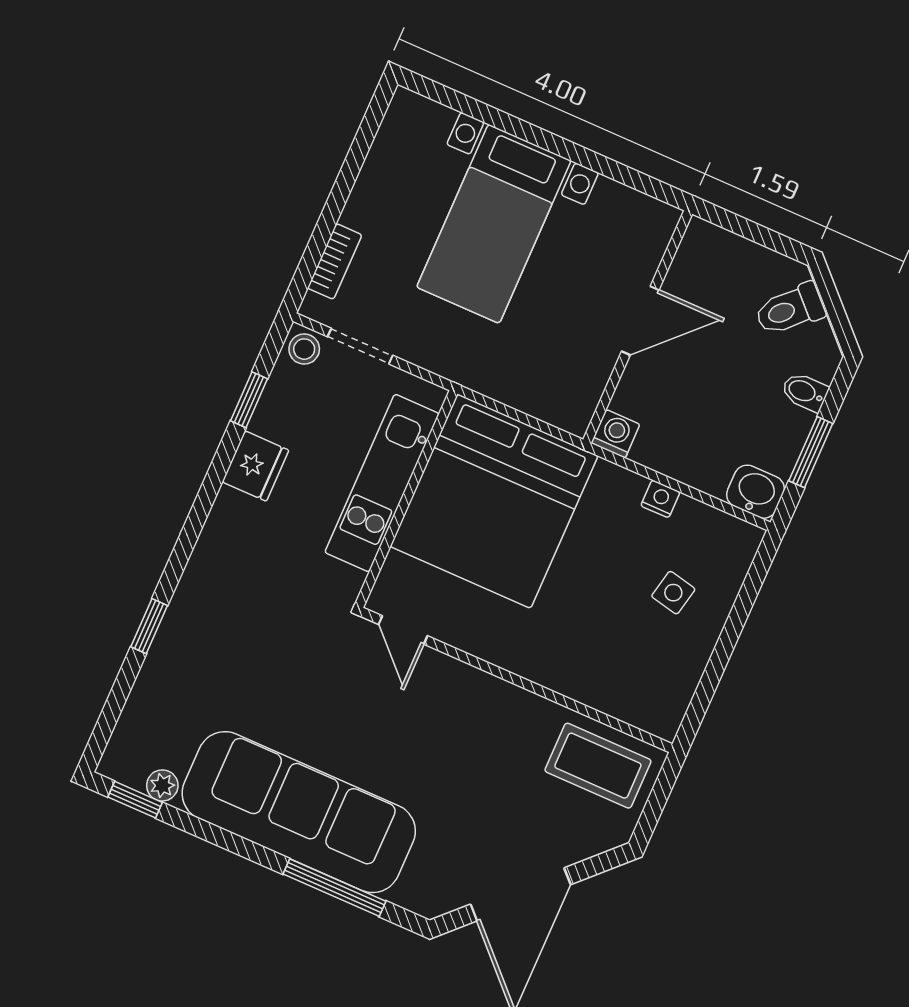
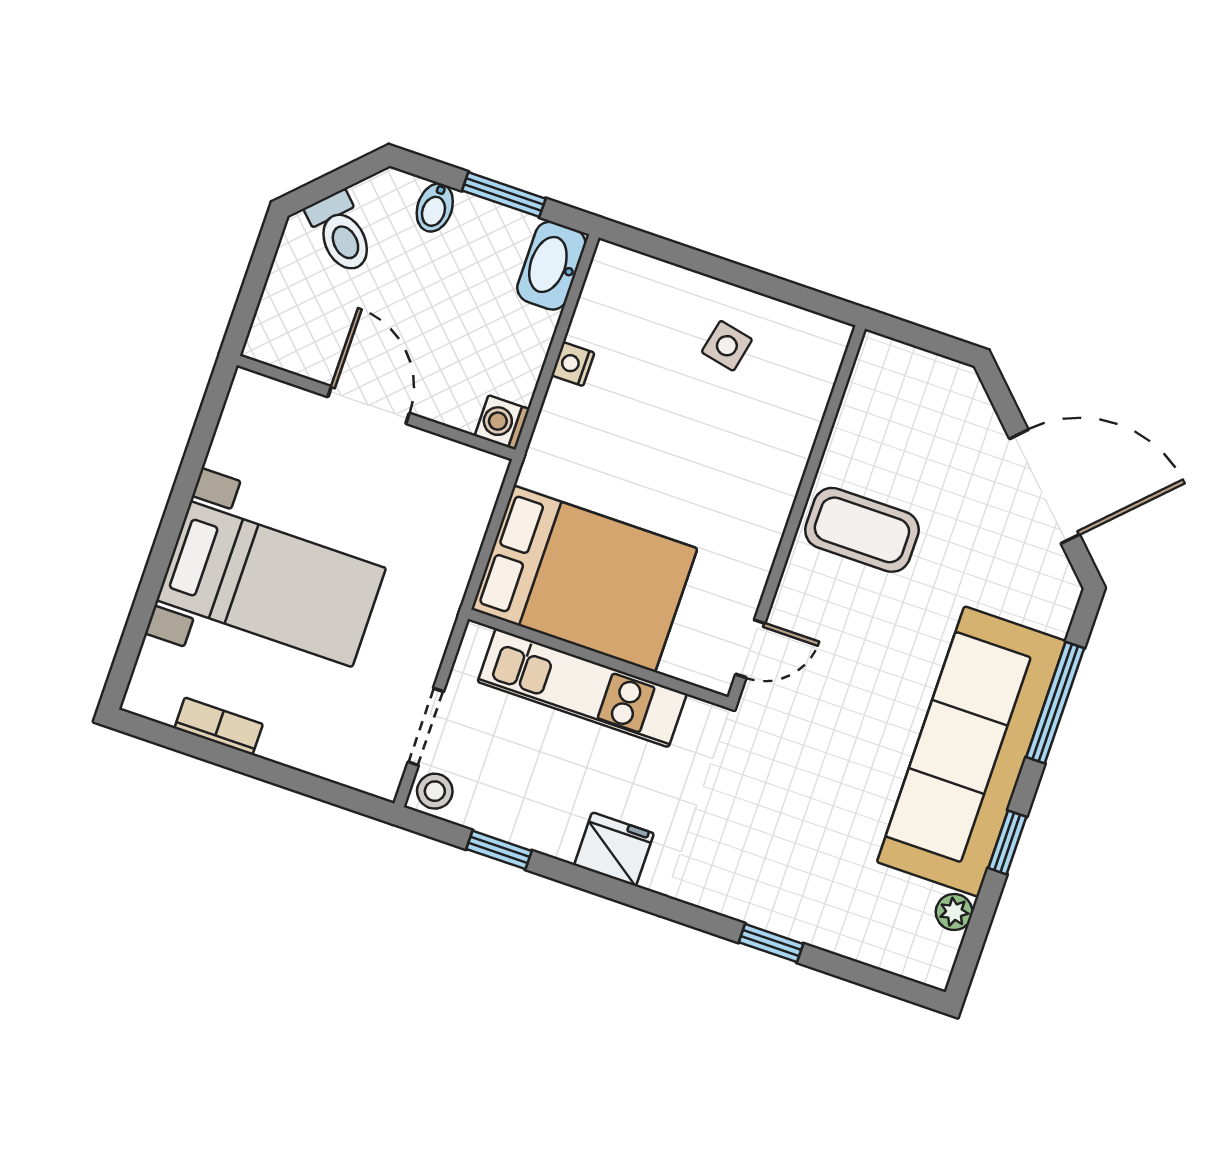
bookcase: (335, 261) -> (219, 726), moved
fridge: (255, 466) -> (614, 849), moved
washbasin: (756, 492) -> (551, 266), width x1.38
bed: (494, 501) -> (584, 579), width x0.73
side table: (673, 593) -> (727, 346), moved
coffee table: (598, 766) -> (862, 530), moved, turned 90
window: (135, 800) -> (1007, 842), moved

